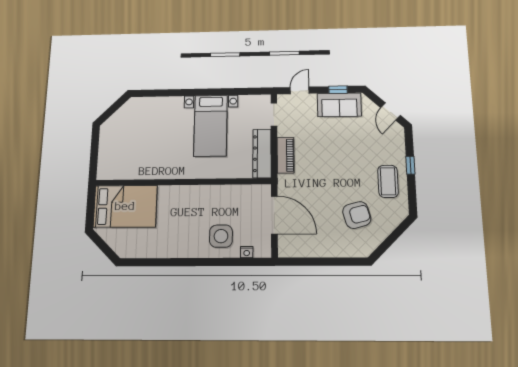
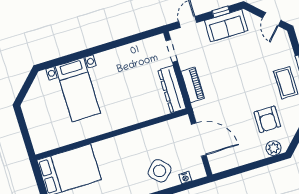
bed with nightstands: (211, 126) -> (78, 90), moved
armchair: (357, 215) -> (267, 119), turned 105
side table: (221, 236) -> (160, 171), turned 45
plant: (355, 249) -> (274, 148), added

